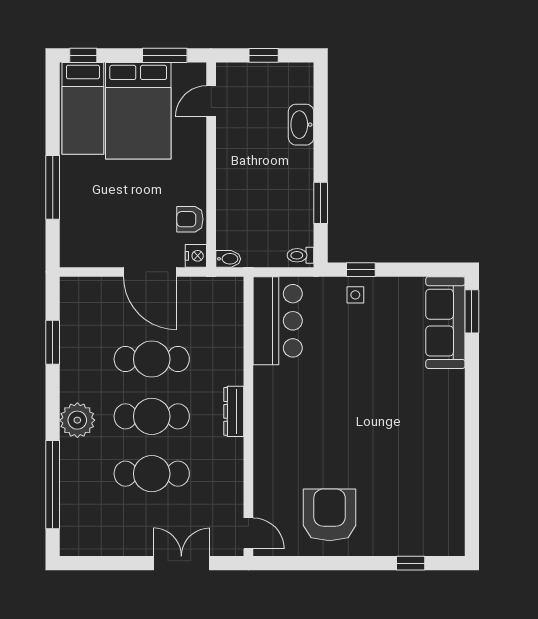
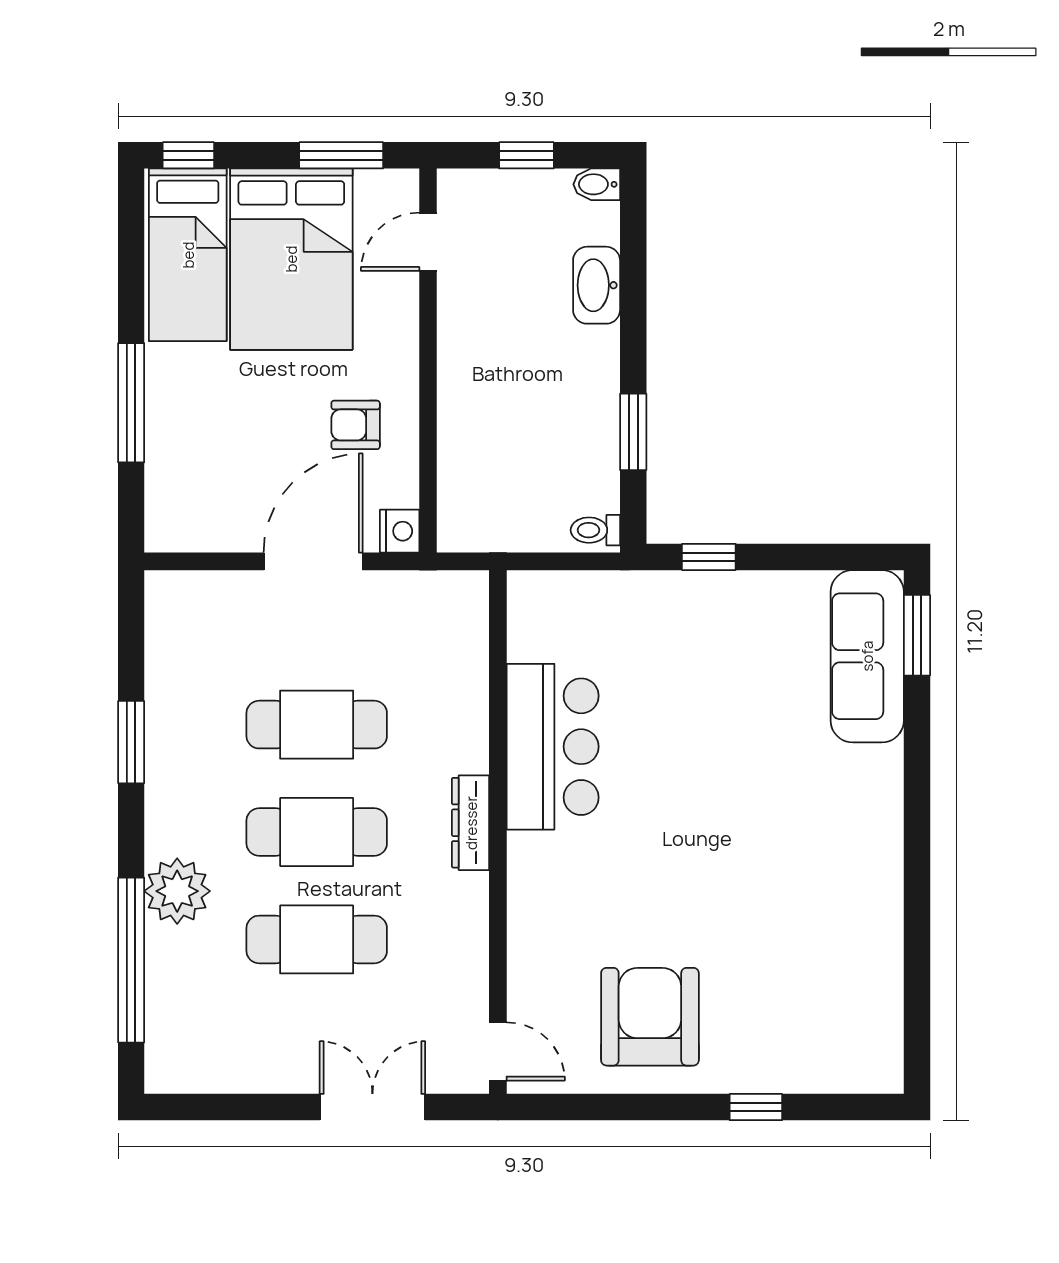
armchair: (190, 219) -> (356, 425), moved
bidet: (228, 259) -> (597, 184), moved, turned 180
door: (150, 272) -> (313, 561), swing flipped
side table: (355, 295) -> (698, 604), removed
bar counter: (278, 321) -> (553, 747), moved
window: (53, 342) -> (131, 742), moved
plant: (77, 420) -> (177, 891), moved
window: (411, 563) -> (756, 1107), moved

